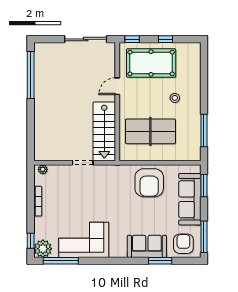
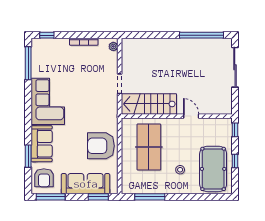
sliding door: (86, 39) -> (235, 67), moved
pool table: (151, 63) -> (213, 169), moved
corner sofa: (84, 240) -> (48, 101), moved
armchair: (183, 244) -> (44, 178), turned 90
plant: (43, 249) -> (39, 47), removed

